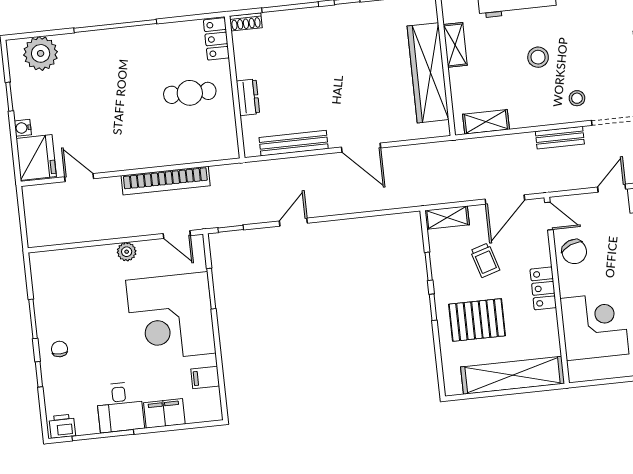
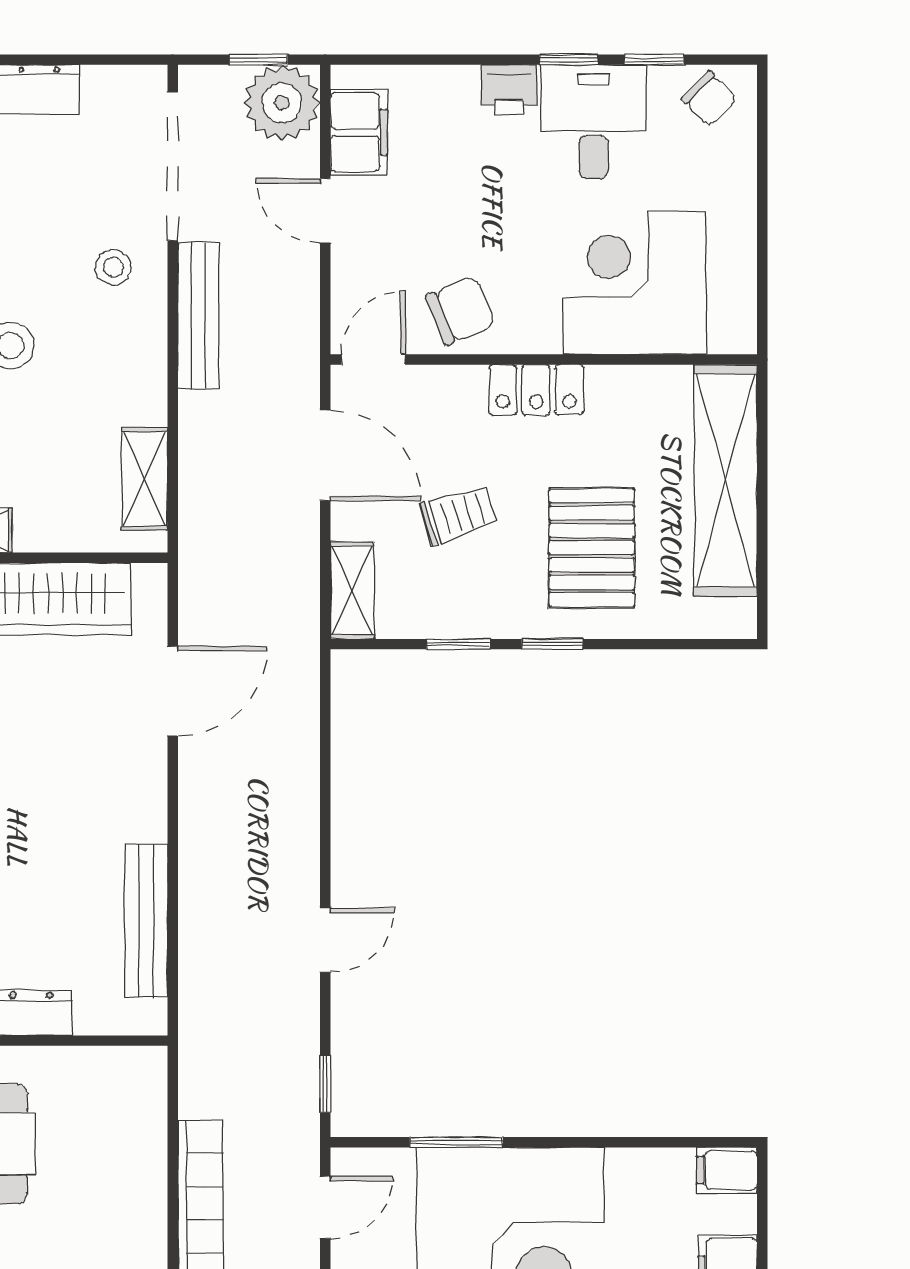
bench: (560, 138) -> (198, 316), width x1.36
door: (361, 148) -> (173, 691), moved
door: (293, 222) -> (325, 940), swing flipped
filing cabinet: (205, 378) -> (727, 1170), moved, turned 90

